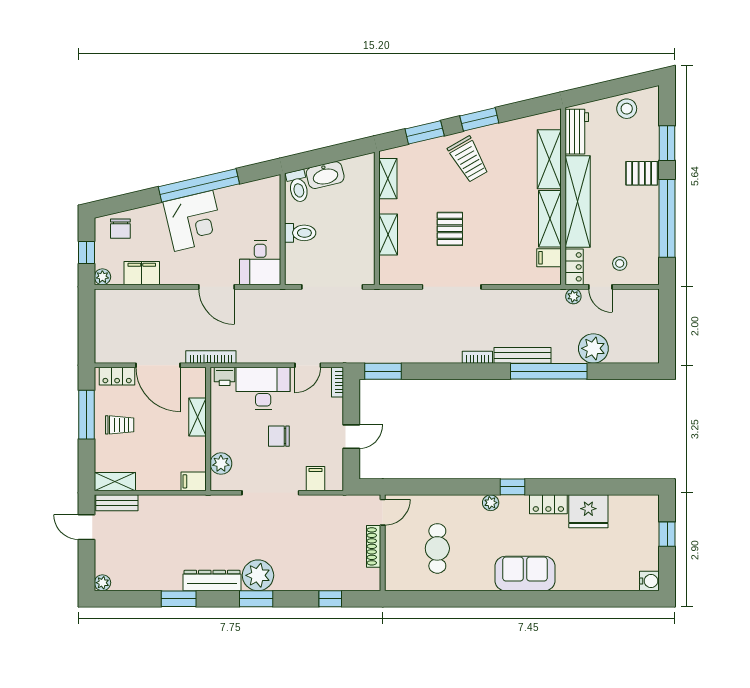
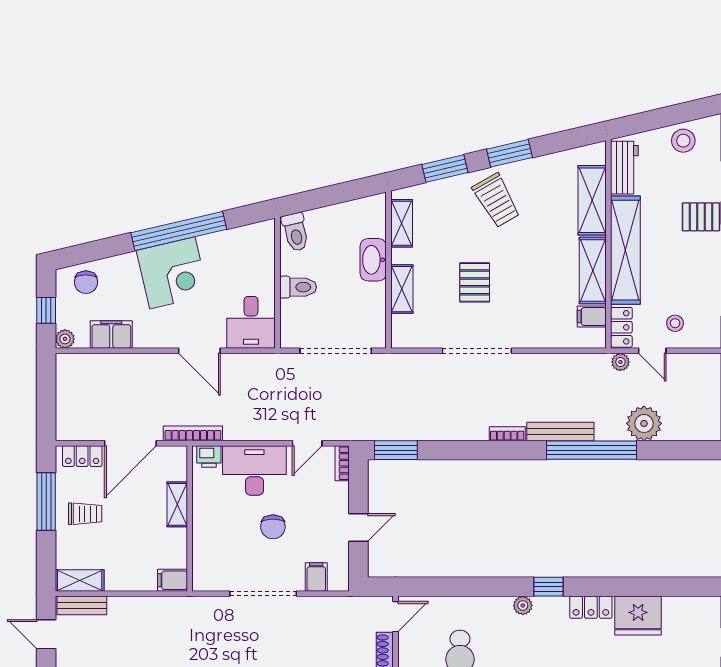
washbasin: (325, 175) -> (373, 260), moved, turned 103
door: (158, 365) -> (130, 443), hinge flipped
chair: (279, 436) -> (273, 527), turned -90
plant: (221, 464) -> (205, 559), removed

